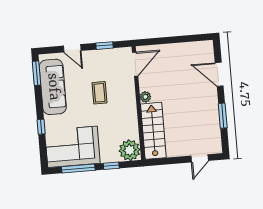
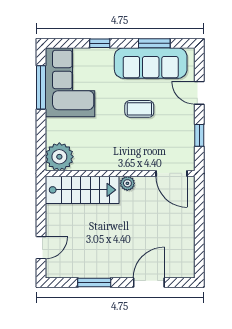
door: (72, 48) -> (199, 93), hinge flipped
window: (37, 73) -> (154, 43), moved
coffee table: (99, 93) -> (139, 109), moved
door: (200, 158) -> (41, 248), swing flipped
window: (111, 166) -> (41, 131), removed

